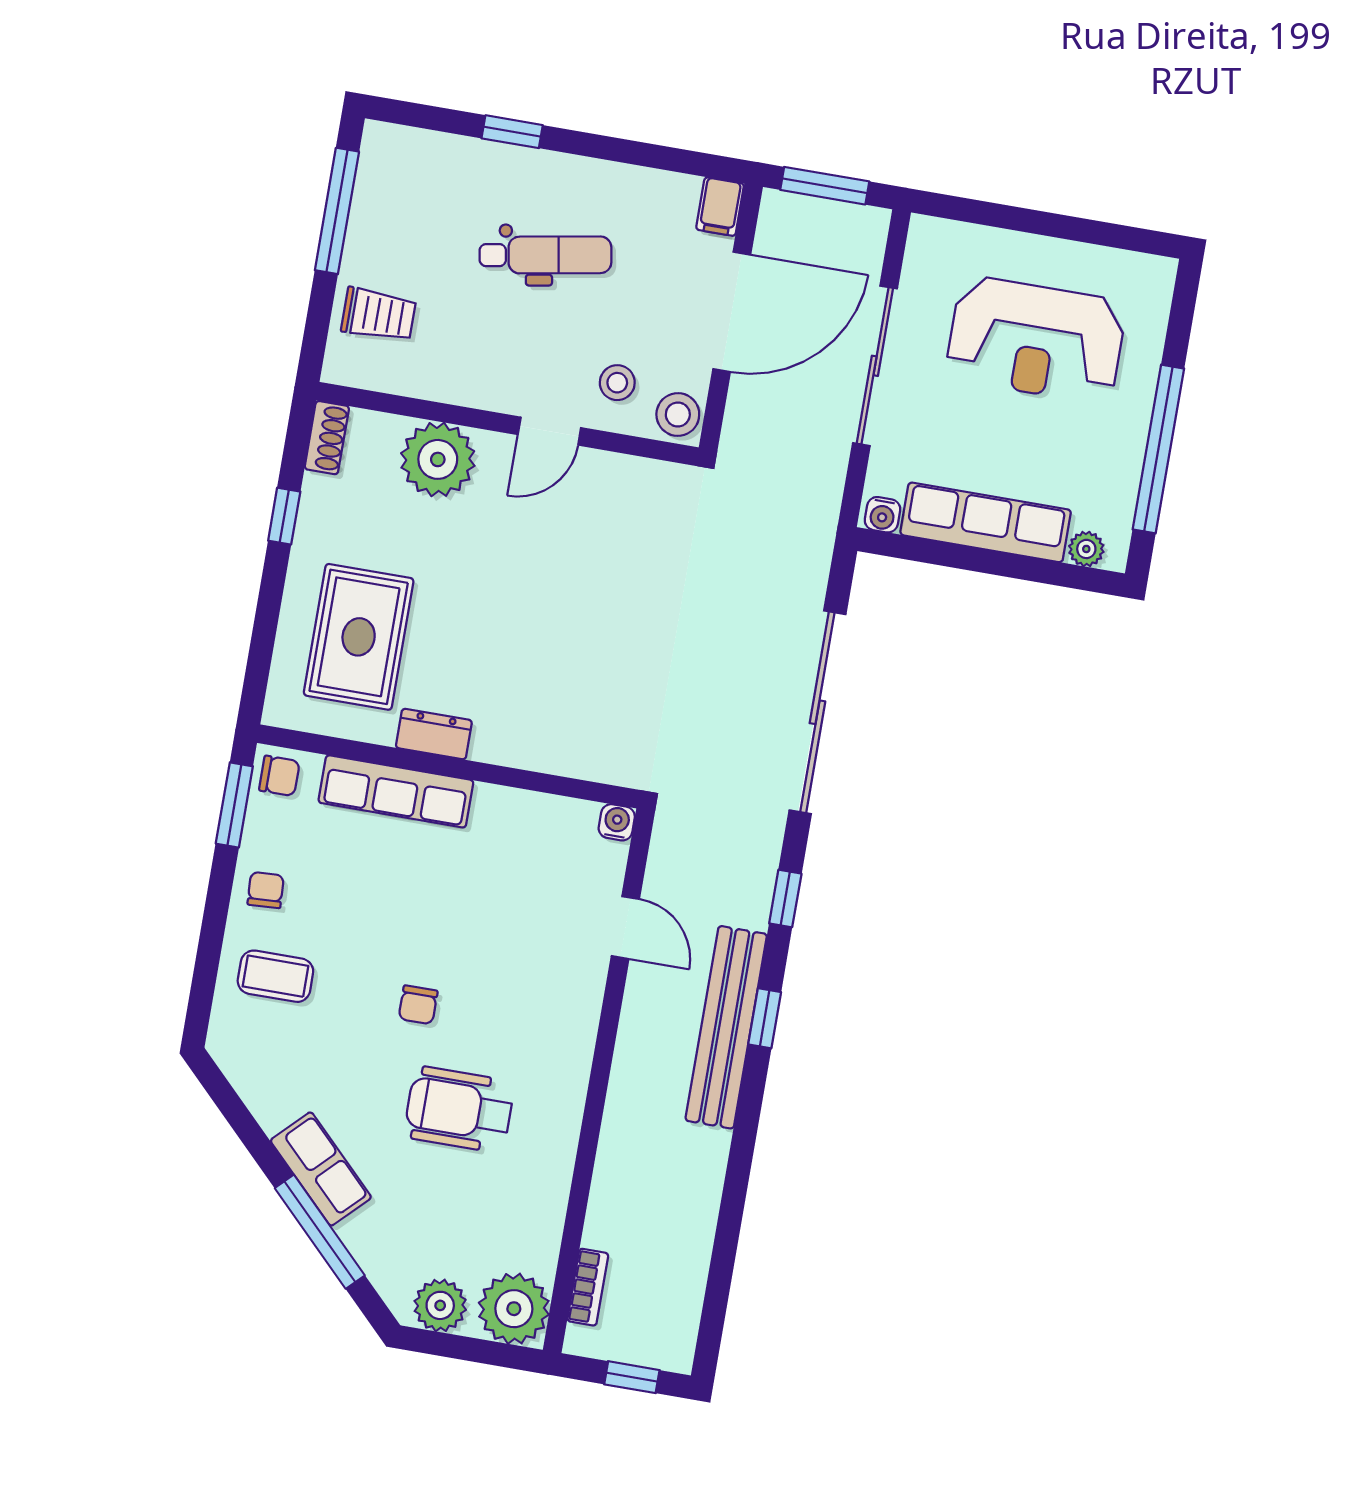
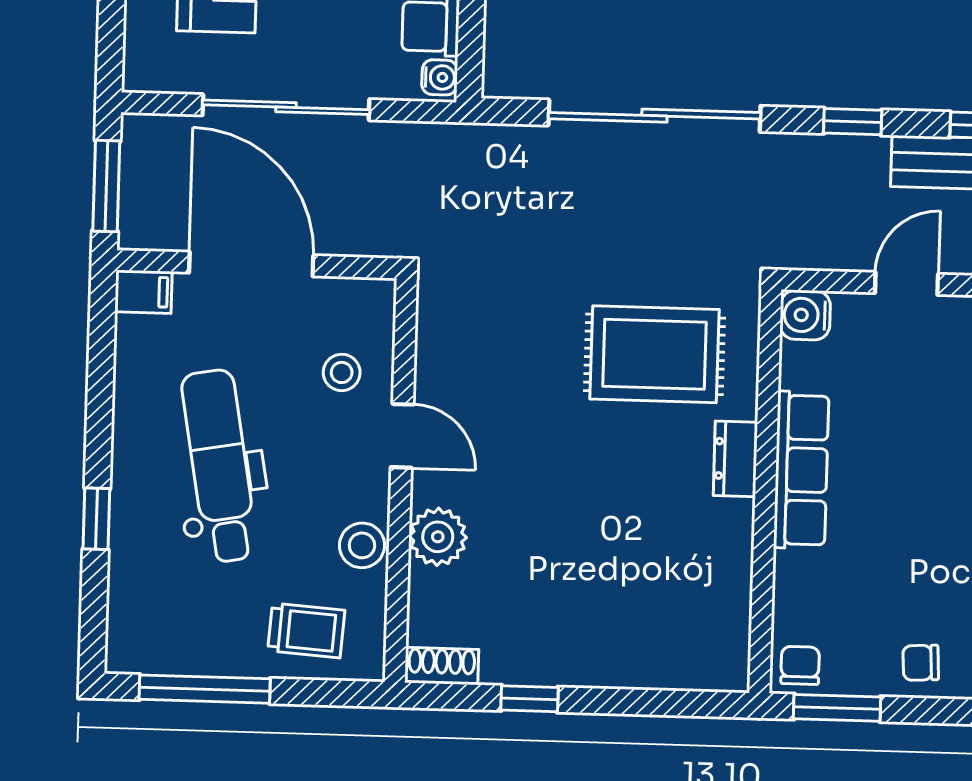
dental chair: (545, 255) -> (220, 466), width x1.36, depth x1.38
trolley: (379, 315) -> (306, 631), turned 94
stool: (678, 415) -> (362, 545), moved
plant: (438, 459) -> (438, 537), width x0.73, depth x0.73
rug: (359, 637) -> (654, 354), moved
dresser: (434, 734) -> (735, 459), moved
row of seats: (396, 791) -> (801, 470), moved
water cooler: (617, 822) -> (805, 315), width x1.38, depth x1.38

